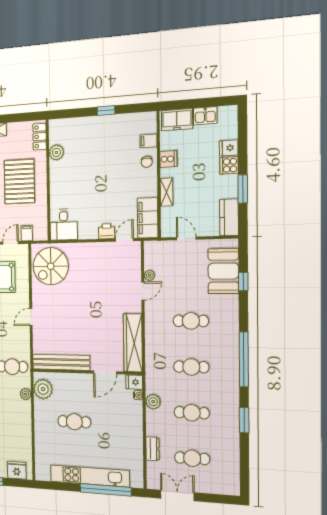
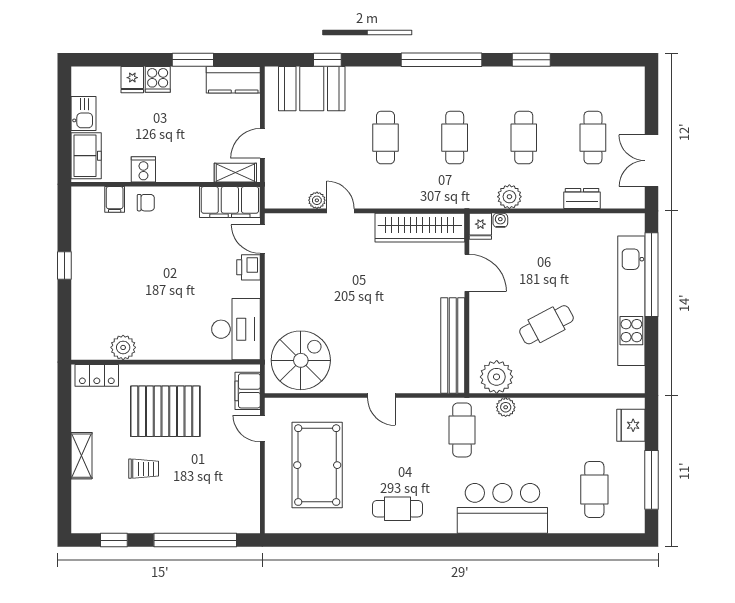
shelving: (167, 192) -> (235, 173), moved
desk: (64, 225) -> (236, 329), width x1.37
filing cabinet: (27, 233) -> (248, 391), width x2.00
spiral stairs: (51, 266) -> (301, 360), turned -90
cafe table: (74, 422) -> (547, 325), turned 62

